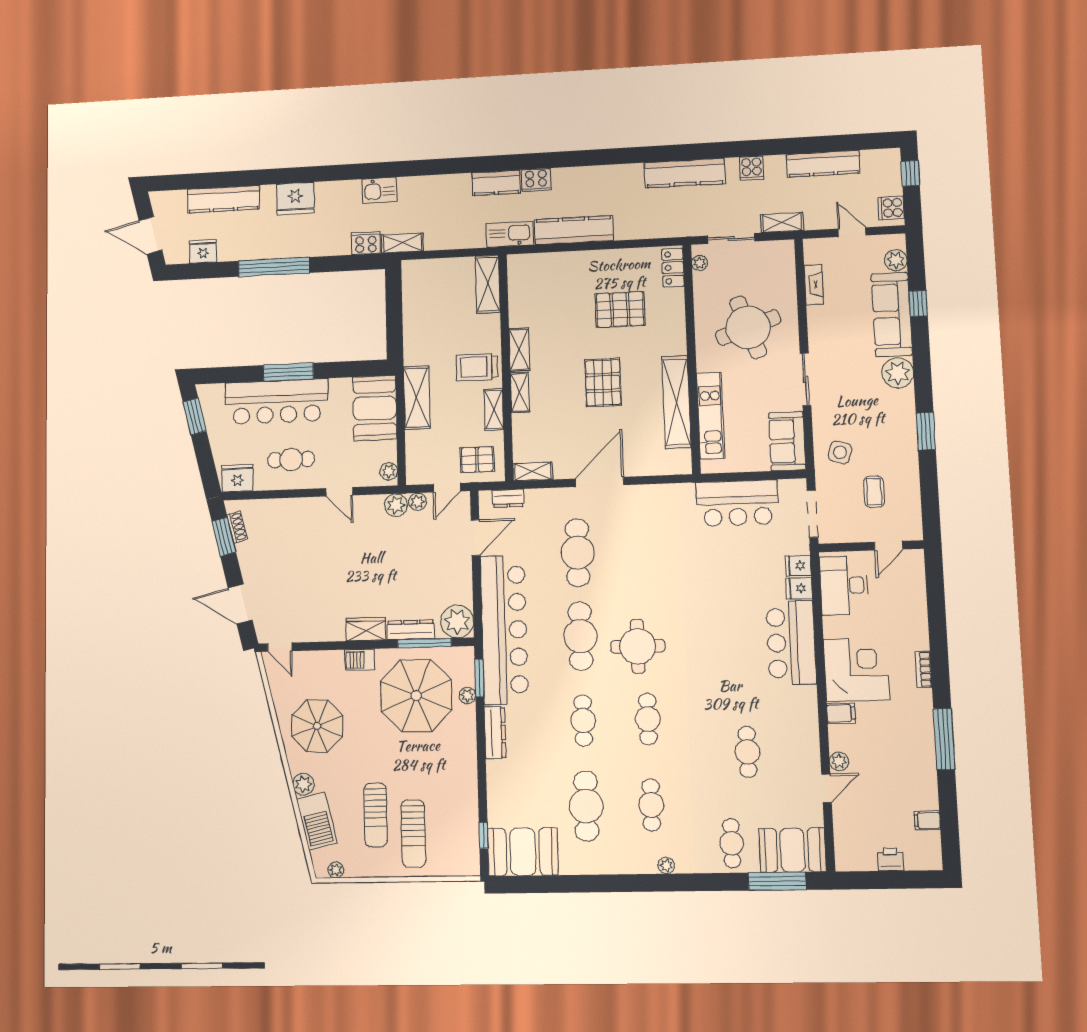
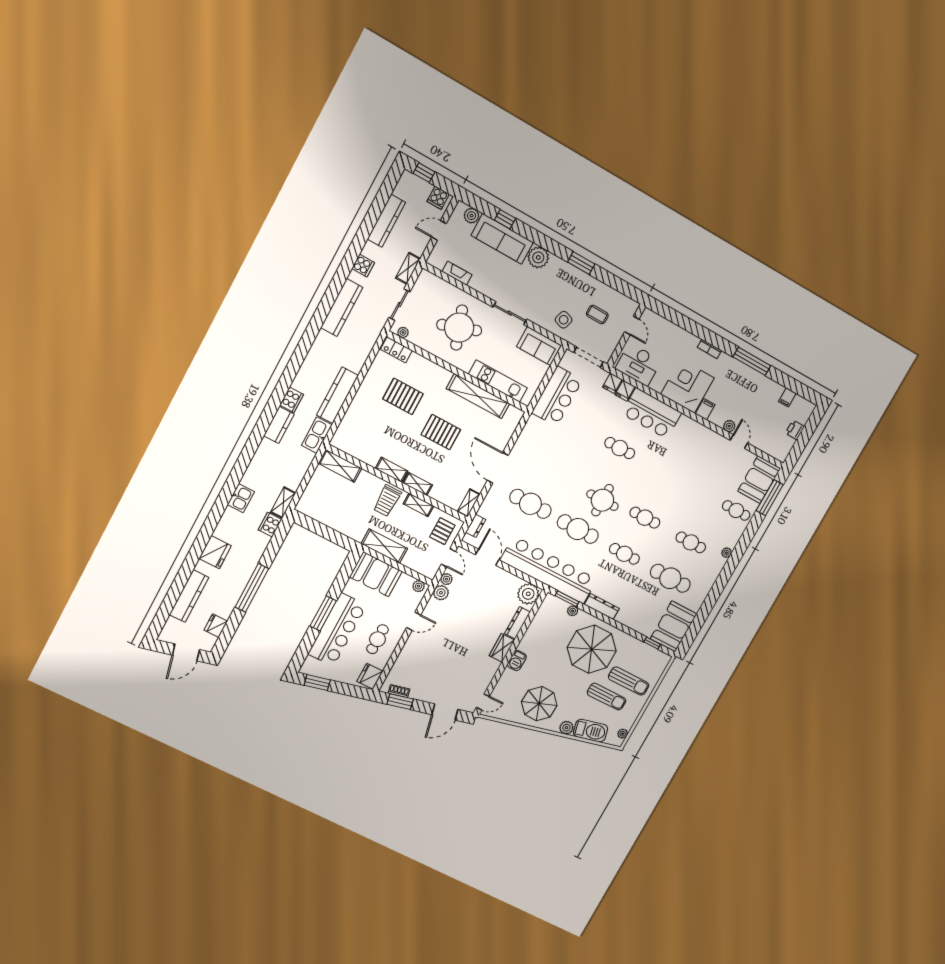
pallet: (620, 309) -> (403, 396), turned 90
window: (424, 643) -> (529, 619), removed
parasol: (416, 696) -> (592, 649), moved
cafe table: (748, 752) -> (620, 448), moved

